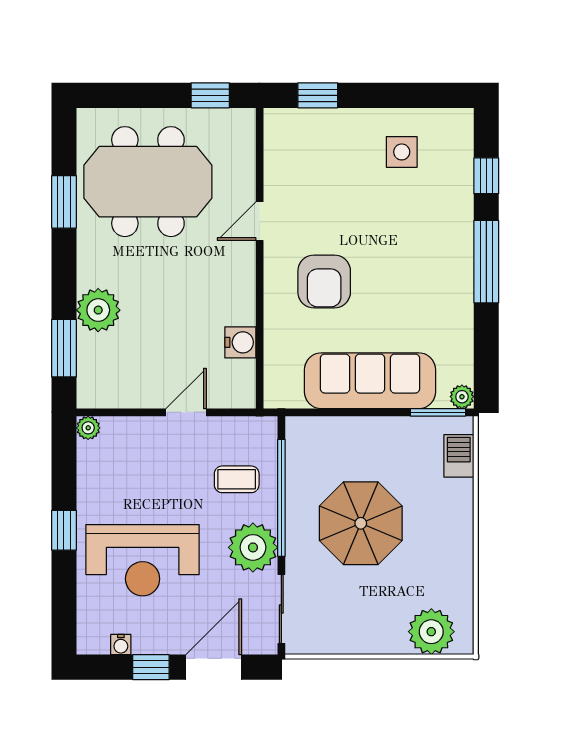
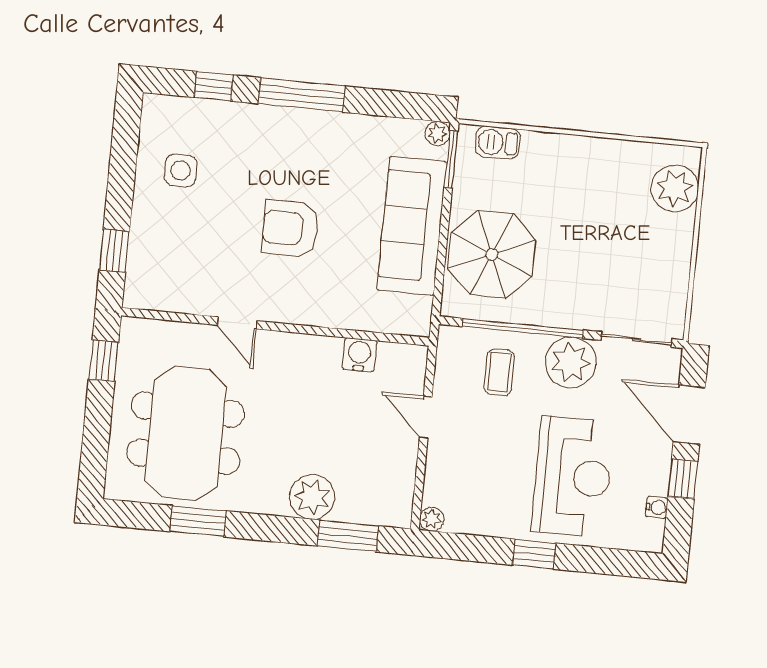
armchair: (324, 282) -> (290, 228), moved, turned 180
parasol: (361, 523) -> (492, 254), moved

